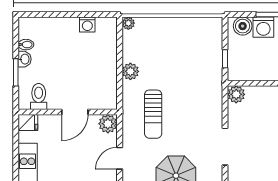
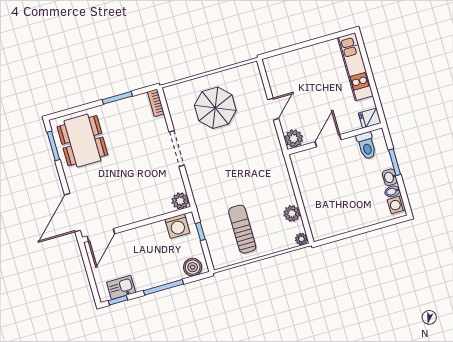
washing machine: (87, 25) -> (396, 205), moved, turned -90
washing machine: (263, 27) -> (177, 226), moved, turned 180
plant: (130, 71) -> (292, 213), moved
sun lounger: (153, 114) -> (242, 229), moved

